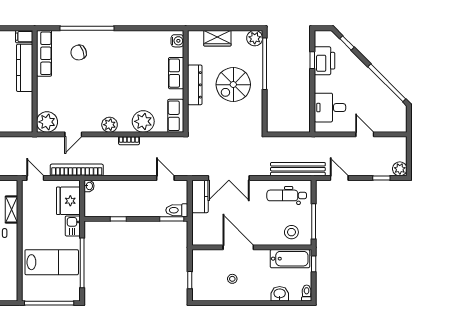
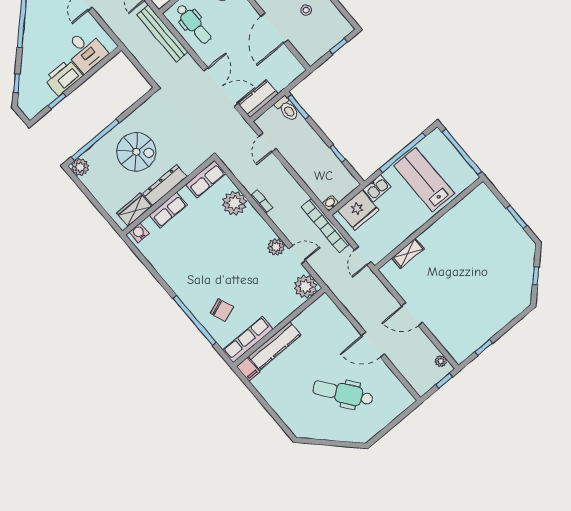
wardrobe: (217, 38) -> (134, 210), moved, turned -90
printer: (324, 61) -> (64, 77), moved
plant: (110, 125) -> (276, 247), moved

